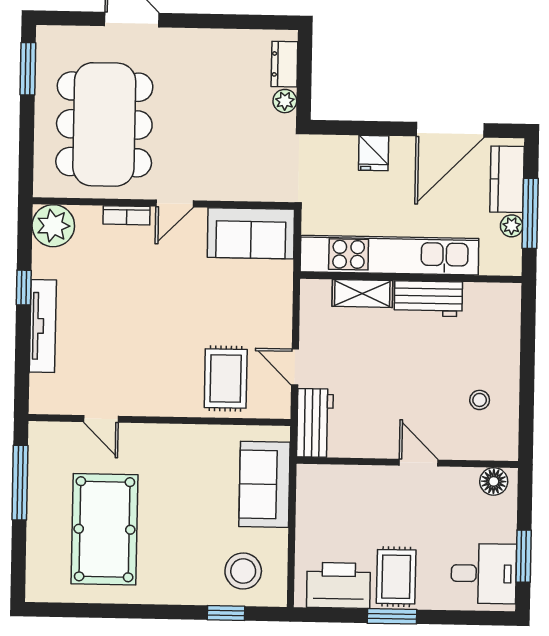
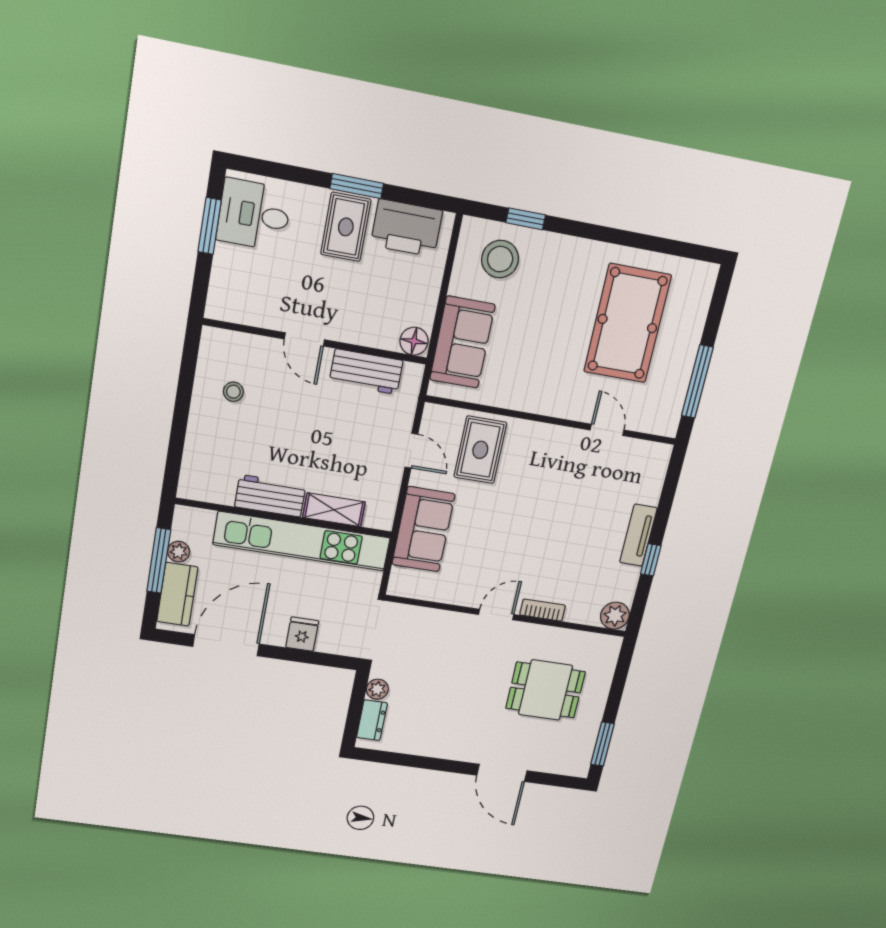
dining table: (104, 124) -> (545, 690), width x0.53, depth x0.80
plant: (53, 226) -> (615, 616), width x0.73, depth x0.73
sofa: (251, 233) -> (423, 529), moved, turned 90
tv unit: (43, 326) -> (638, 535), width x0.71
workbench: (315, 423) -> (366, 372), moved, turned -90
floor lamp: (494, 481) -> (414, 341), moved

